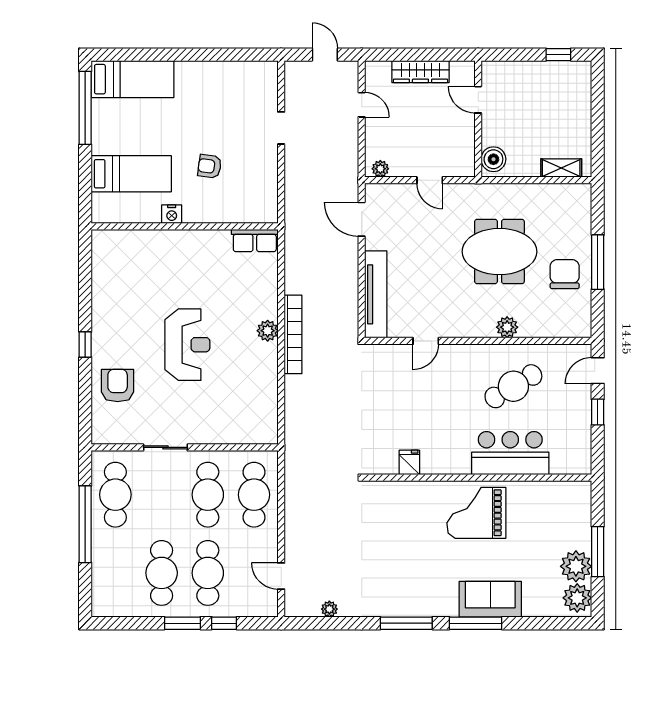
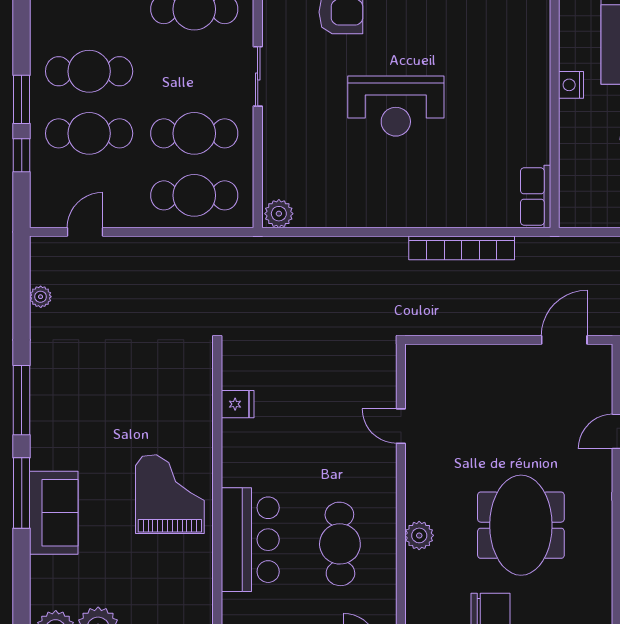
tv unit: (376, 294) -> (463, 359), removed
plant: (268, 331) -> (279, 214), moved
bookcase: (293, 334) -> (462, 248), moved
cafe table: (513, 386) -> (340, 544), turned 30

